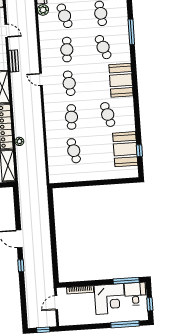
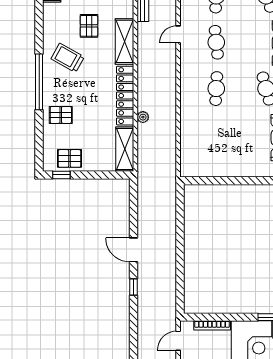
door: (41, 79) -> (178, 34), hinge flipped
cafe table: (74, 151) -> (216, 135), removed

